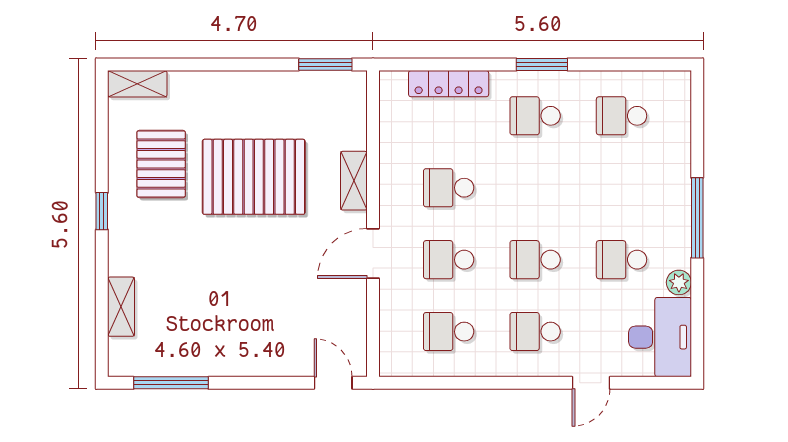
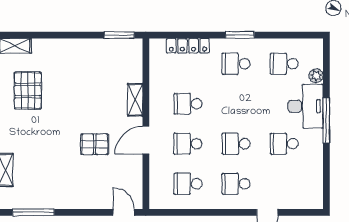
pallet: (254, 177) -> (95, 144), moved, width x0.49, depth x0.50
plant: (679, 282) -> (316, 76), moved
desk: (660, 337) -> (306, 106), moved

